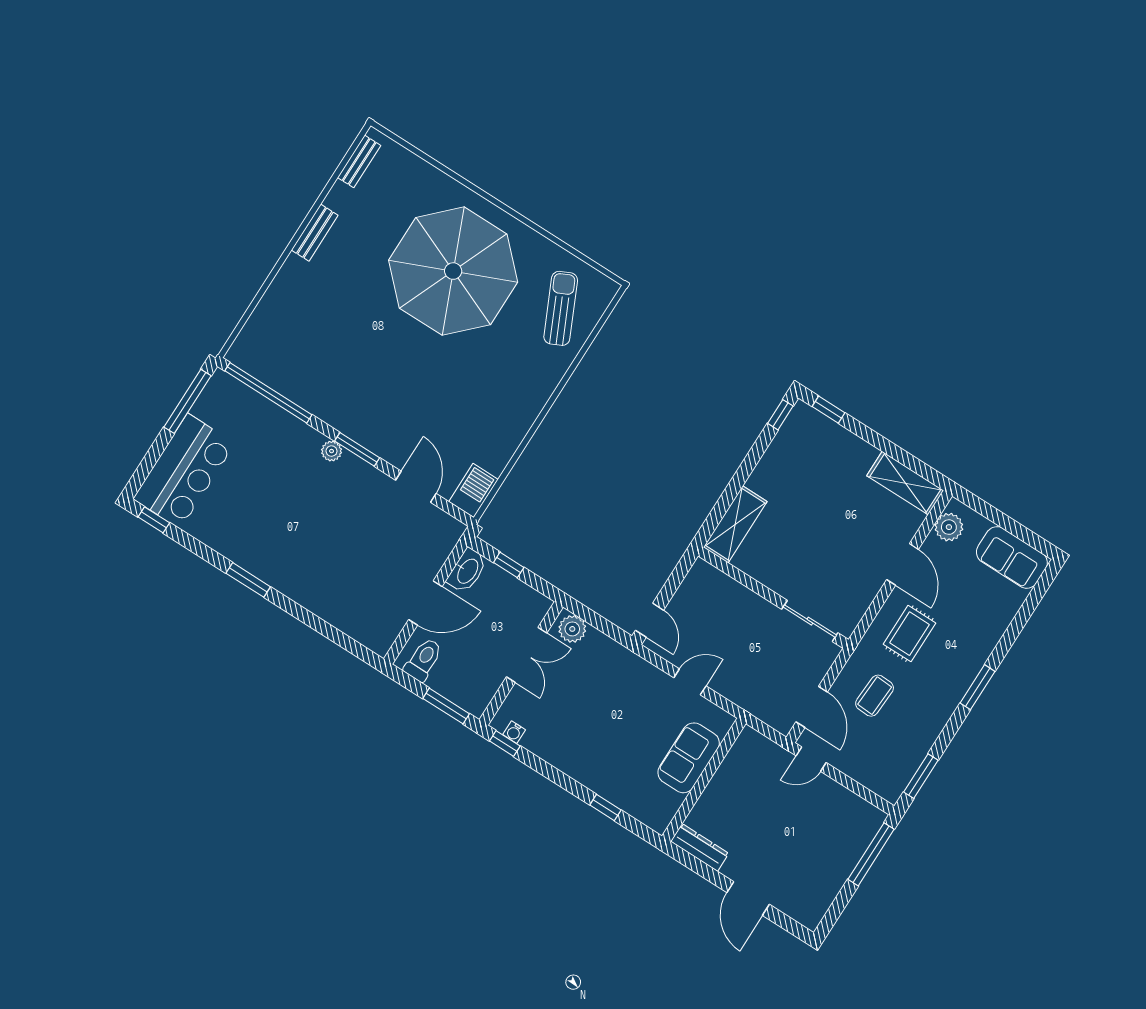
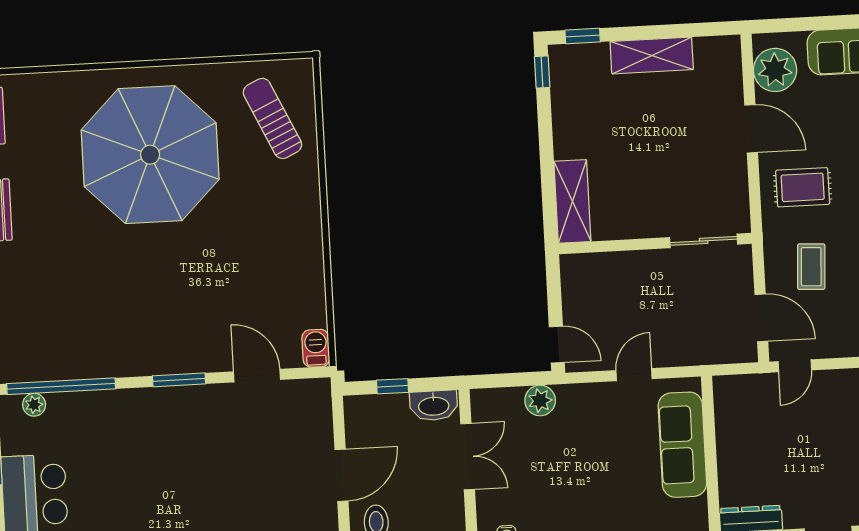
plant: (332, 451) -> (34, 405), moved
shelving: (905, 483) -> (652, 56), moved
barbecue: (473, 491) -> (316, 348), width x0.73, depth x0.79
plant: (949, 527) -> (775, 70), width x1.36, depth x1.36
washbasin: (467, 571) -> (434, 405), moved, turned 90
plant: (572, 629) -> (540, 400), moved
rug: (910, 634) -> (803, 187), turned 90
sofa: (689, 758) -> (682, 445), width x1.36

